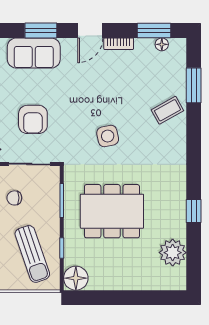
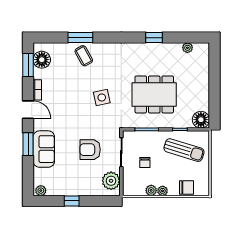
floor lamp: (162, 44) -> (42, 60), width x1.89, depth x1.89
window: (194, 85) -> (80, 38), moved
armchair: (33, 119) -> (90, 150), turned 180
dining table: (112, 211) -> (154, 94), turned 90
plant: (173, 253) -> (187, 48), width x0.53, depth x0.53
sun lounger: (32, 254) -> (184, 150), turned 36

